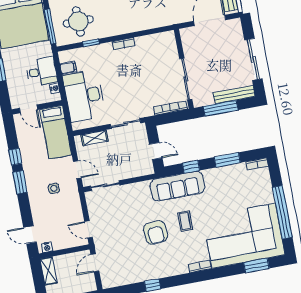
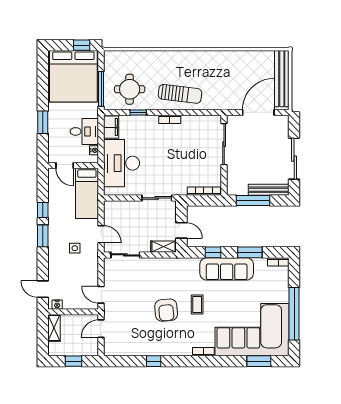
sun lounger: (129, 17) -> (180, 94), added
filing cabinet: (68, 68) -> (111, 127), width x2.00
sliding door: (186, 79) -> (224, 144), moved
shelving: (94, 138) -> (164, 247), moved
sofa: (177, 186) -> (227, 269), moved

